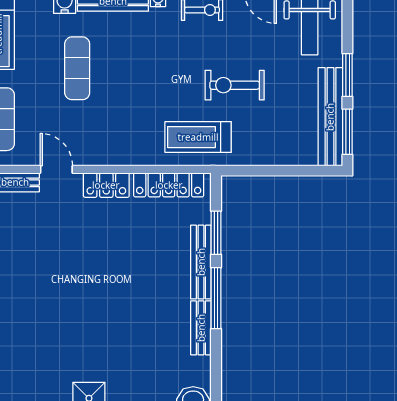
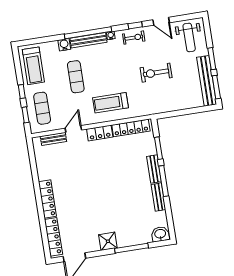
treadmill: (198, 137) -> (110, 103), moved
door: (56, 169) -> (73, 129), hinge flipped
bench: (201, 262) -> (154, 169), width x0.73

